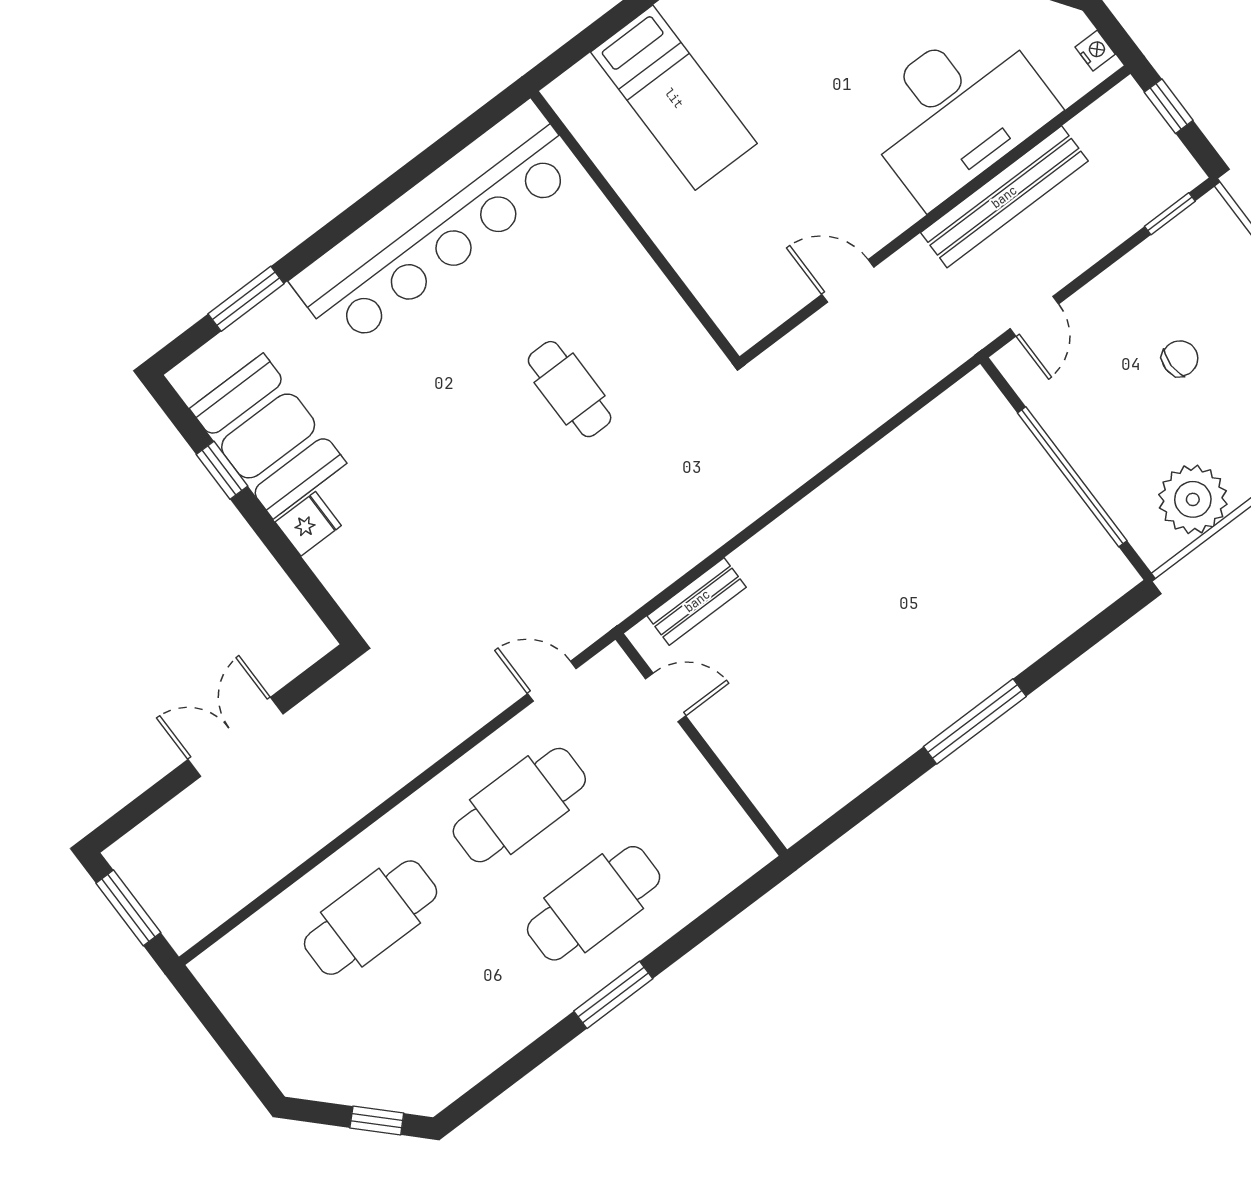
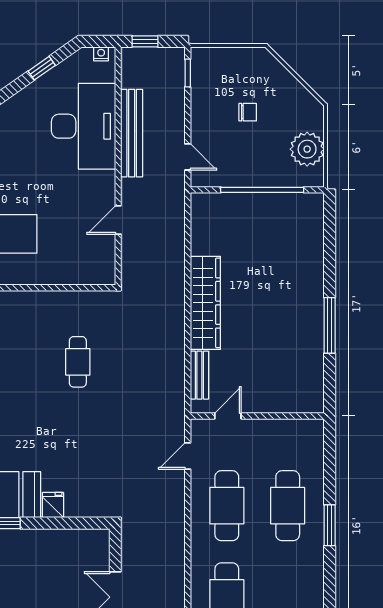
chair: (1180, 358) -> (248, 112), turned 90
cafe table: (570, 389) -> (78, 362), turned 90
wardrobe: (820, 523) -> (205, 303), added
window: (975, 721) -> (330, 325), moved

